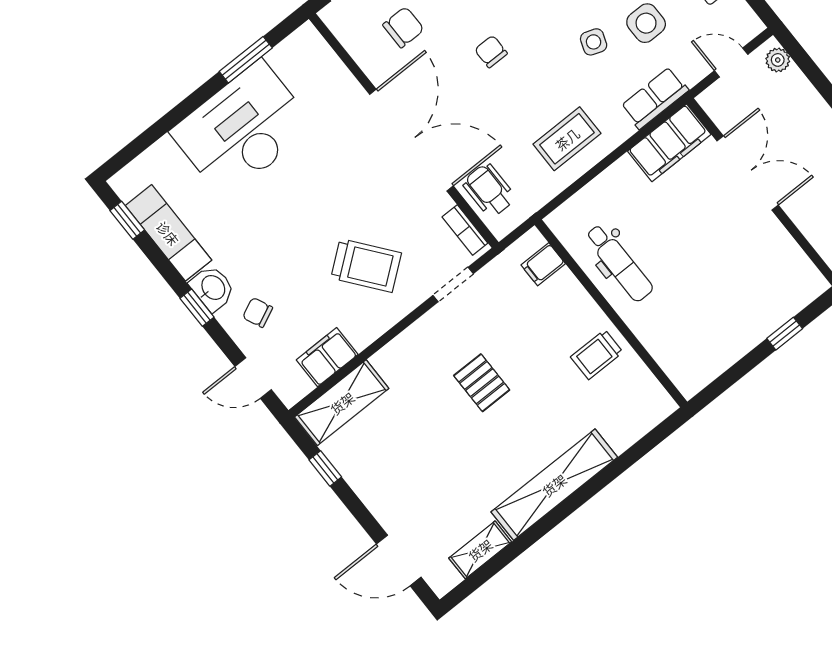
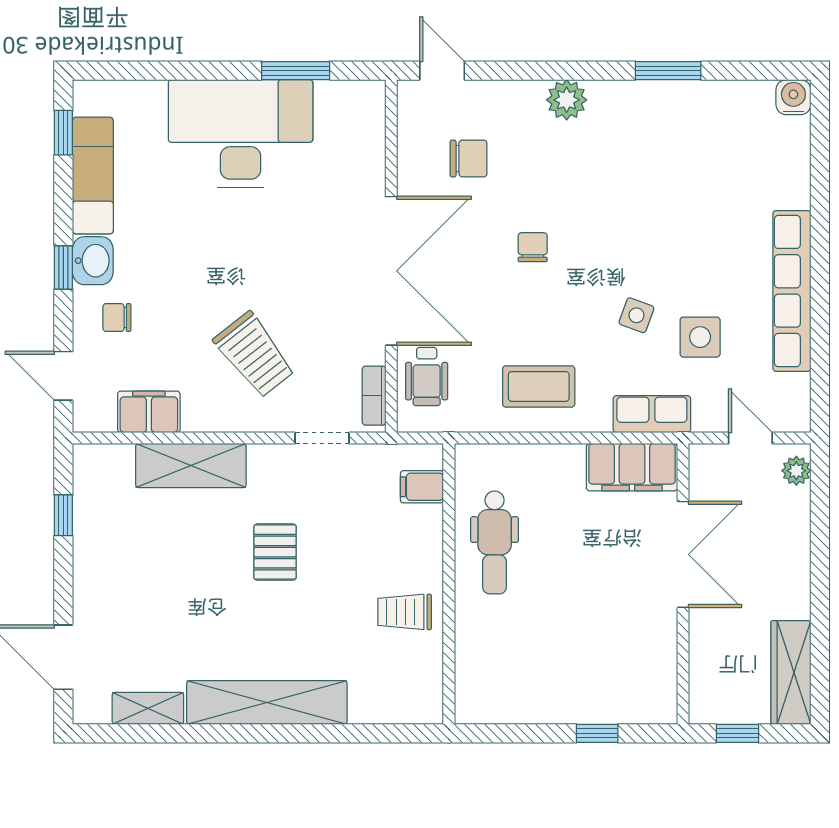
wheelchair: (489, 190) -> (427, 376), turned 180
chair: (258, 312) -> (117, 317), turned -65
shelving: (342, 403) -> (191, 466), moved

